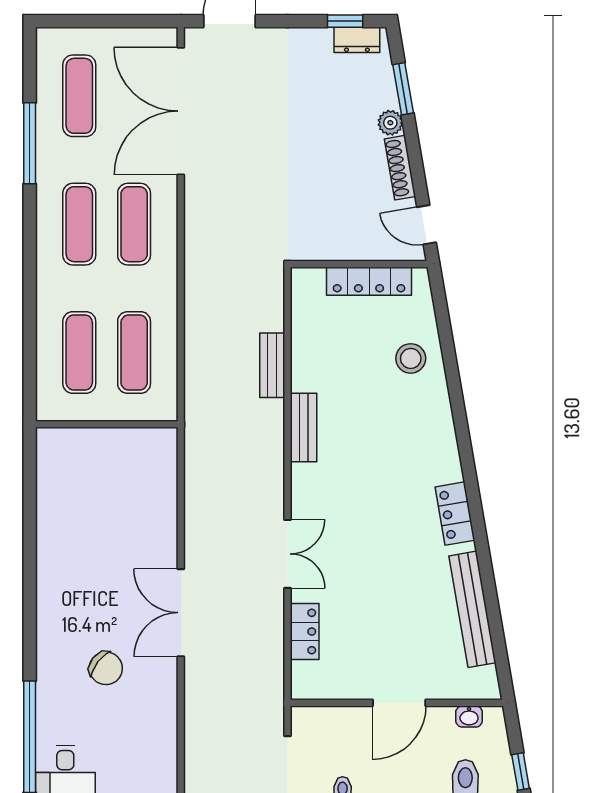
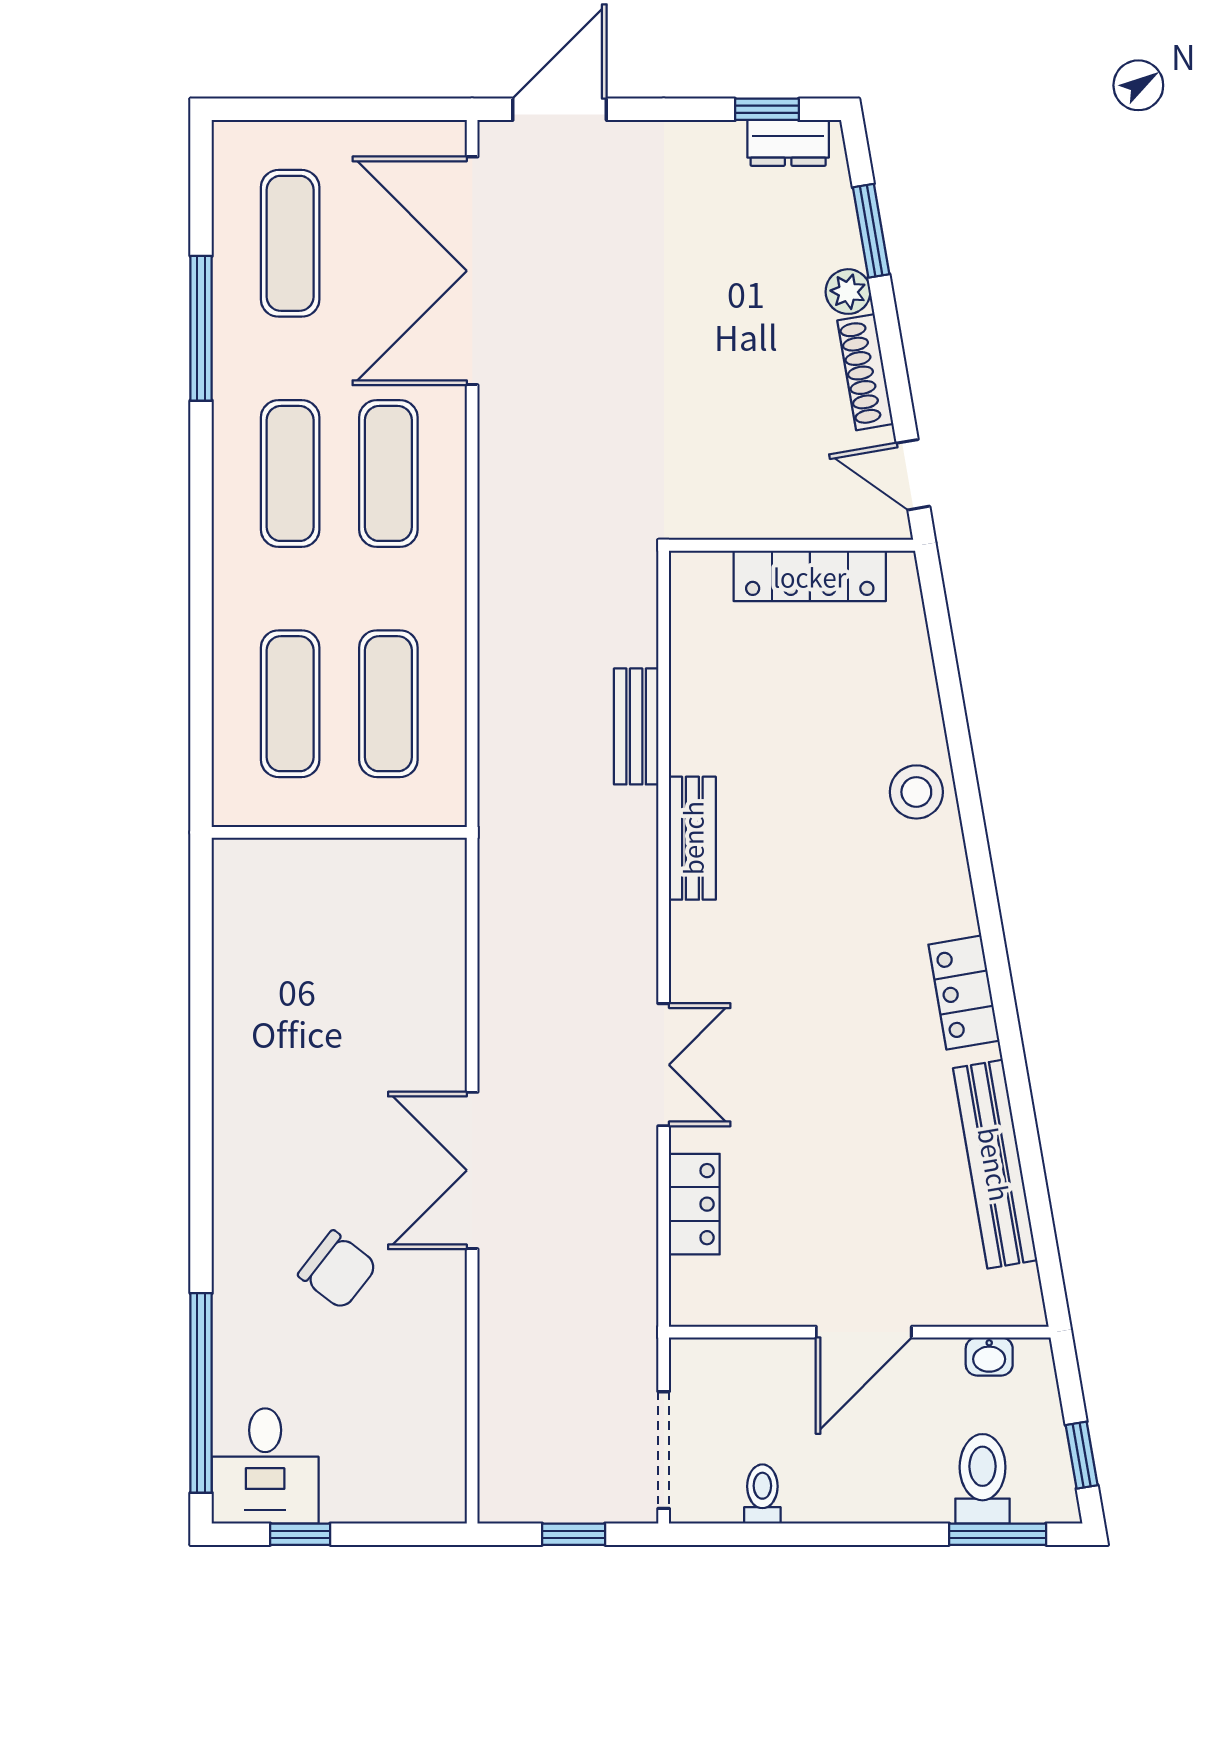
stool: (411, 358) -> (916, 792), moved

